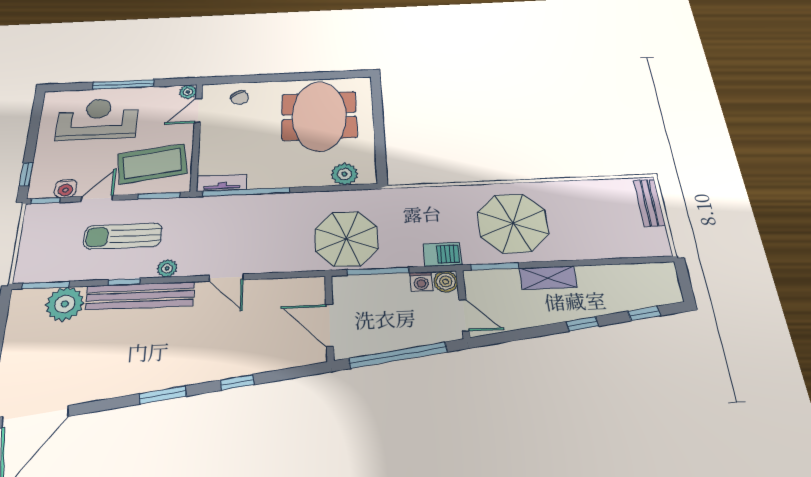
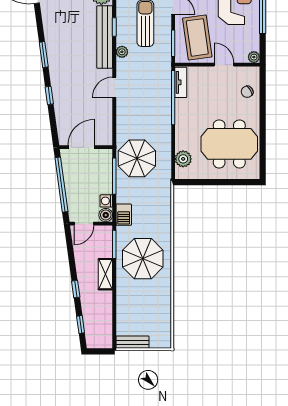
door: (198, 111) -> (224, 65), moved
bench: (649, 203) -> (132, 342), moved

